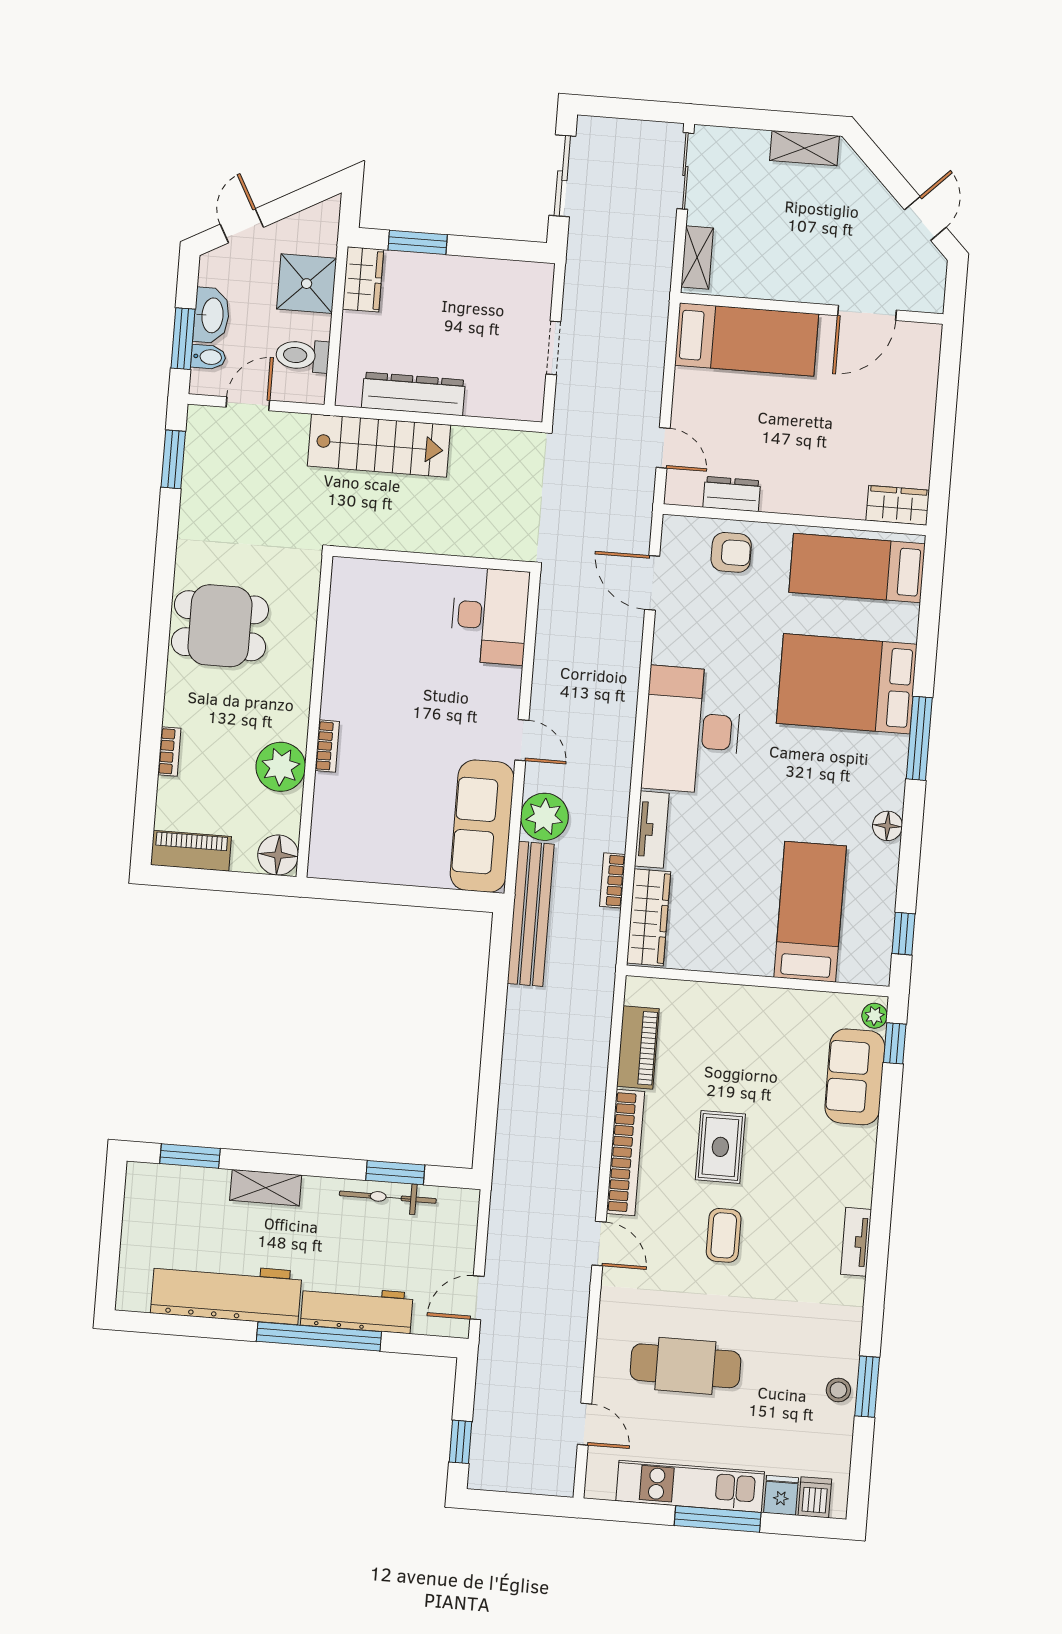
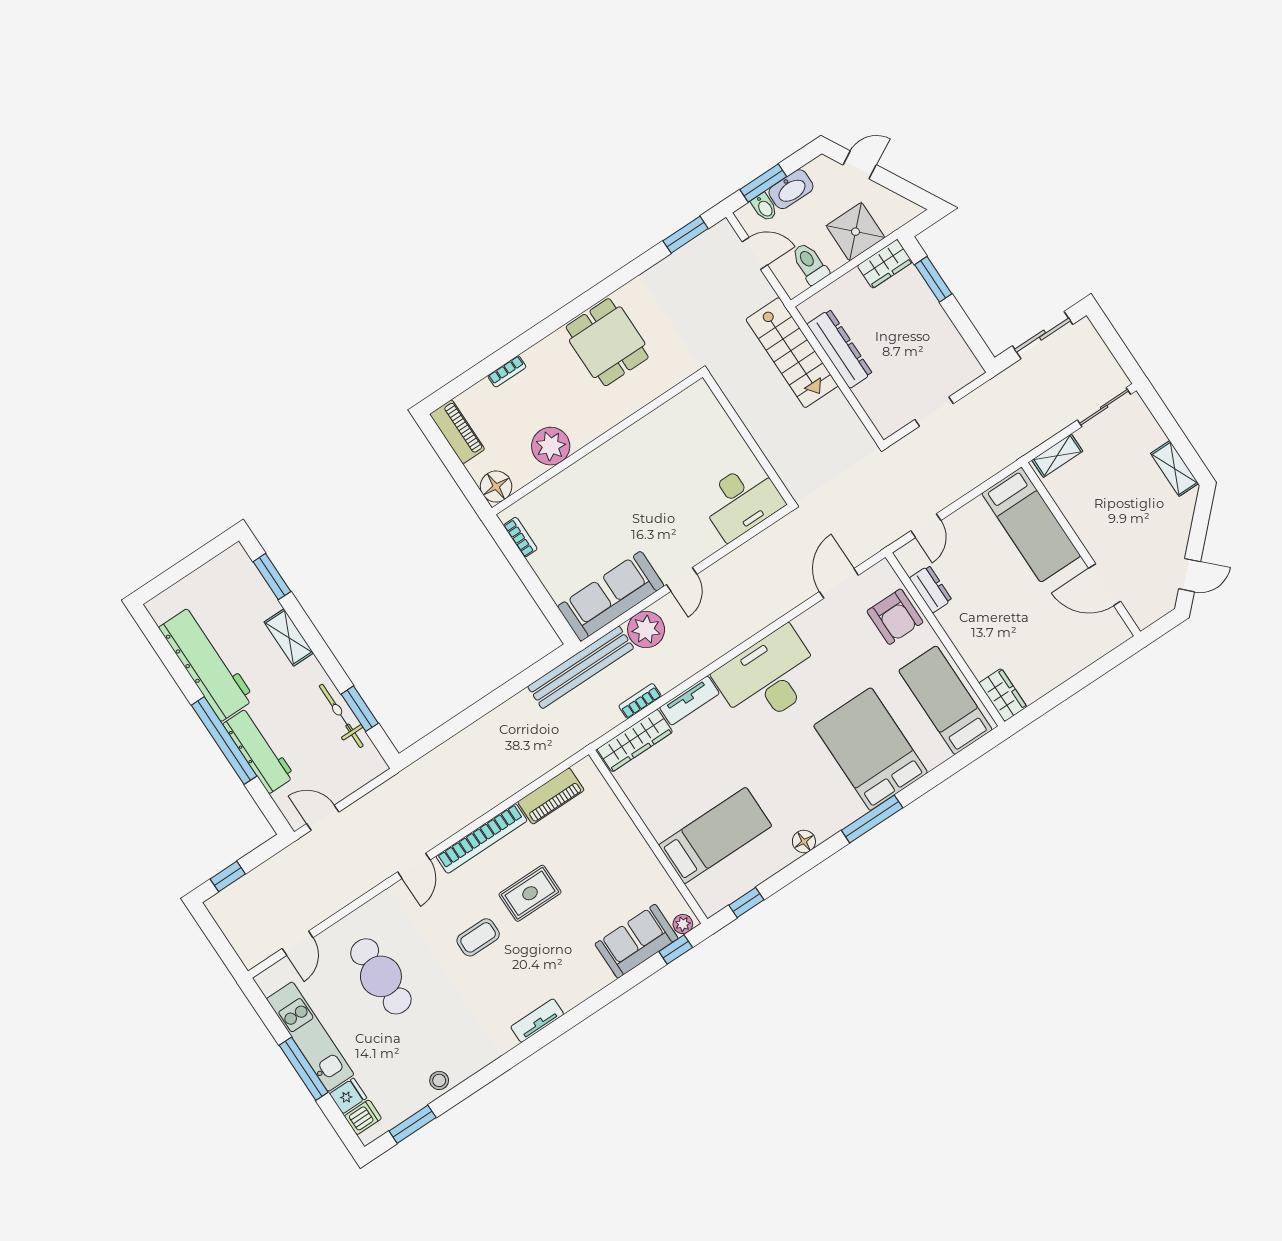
armchair: (731, 552) -> (895, 617), width x1.38, depth x1.38
bookcase: (327, 746) -> (520, 537), moved, turned -90
window: (867, 1387) -> (413, 1124), moved

